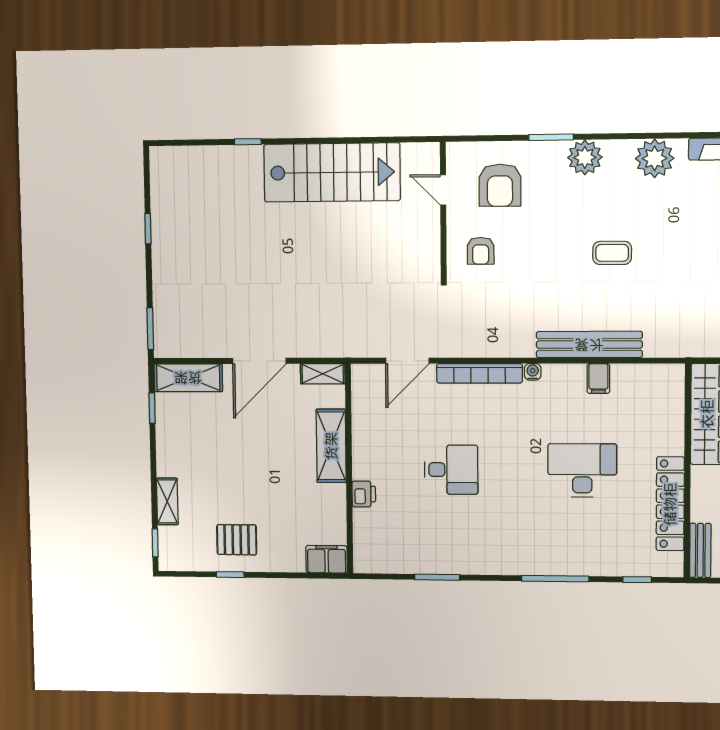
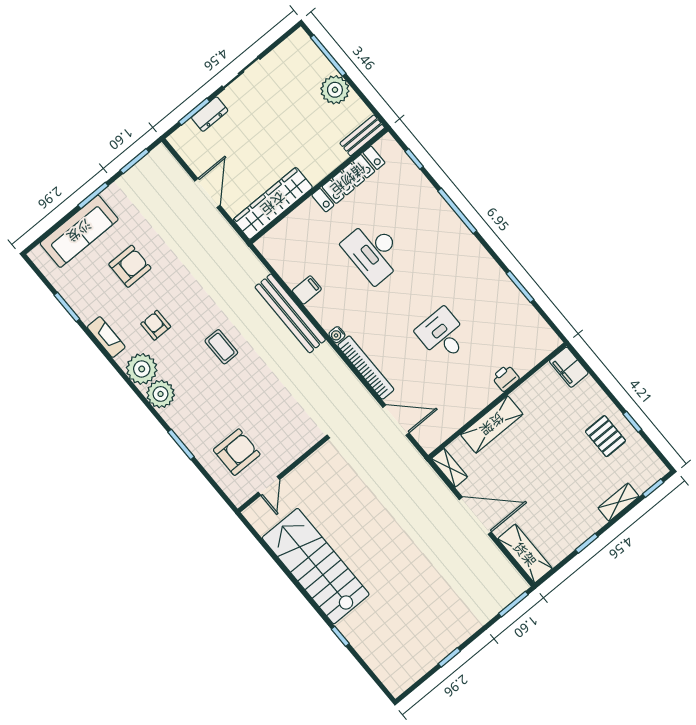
plant: (585, 157) -> (161, 394), moved
armchair: (481, 251) -> (156, 325), moved, turned -90
window: (152, 408) -> (587, 543), moved

